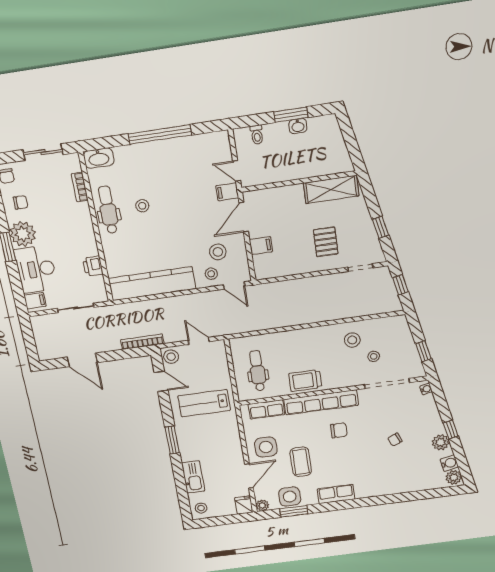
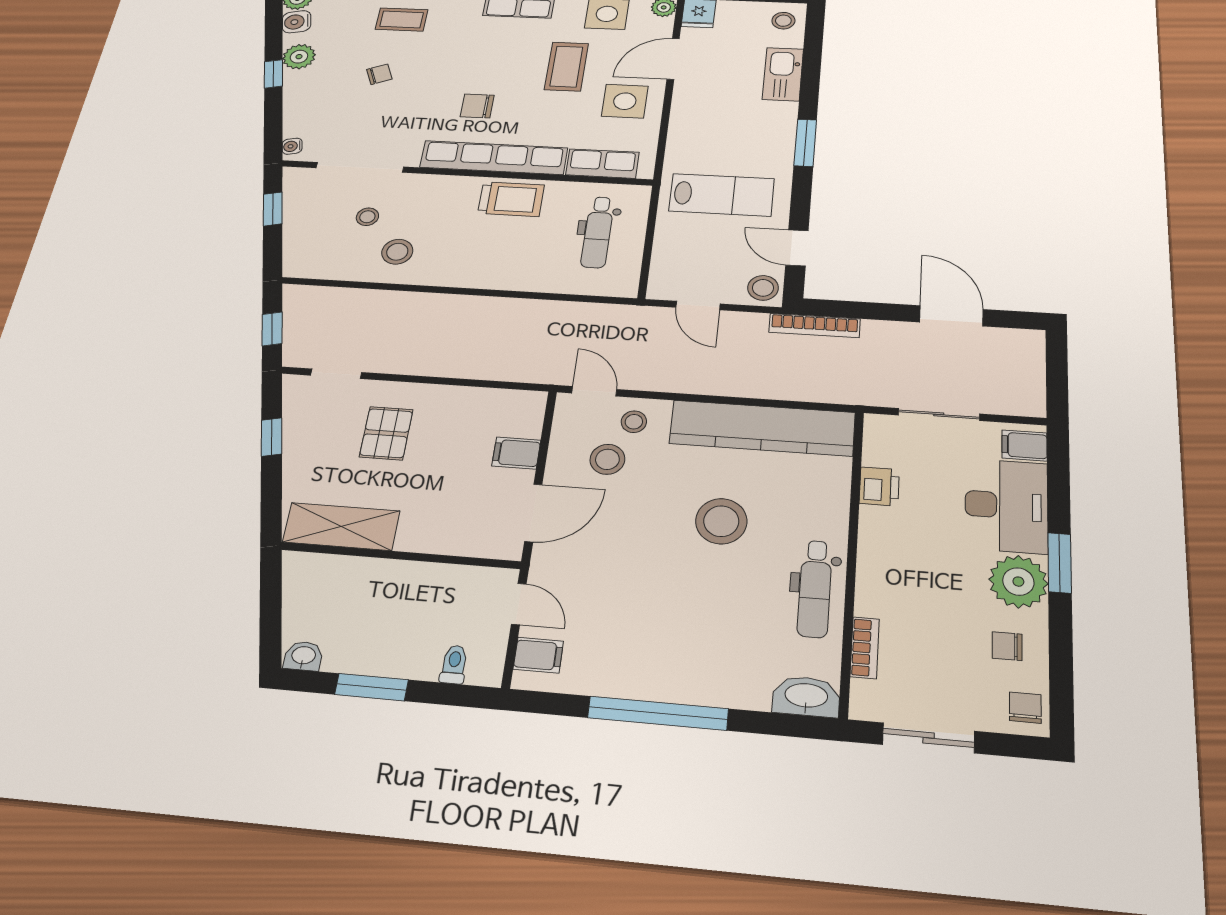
washbasin: (298, 126) -> (303, 656), moved
filing cabinet: (227, 192) -> (538, 655), moved
stool: (142, 206) -> (721, 521), moved, width x1.89, depth x1.89
coffee table: (394, 474) -> (402, 19), added

